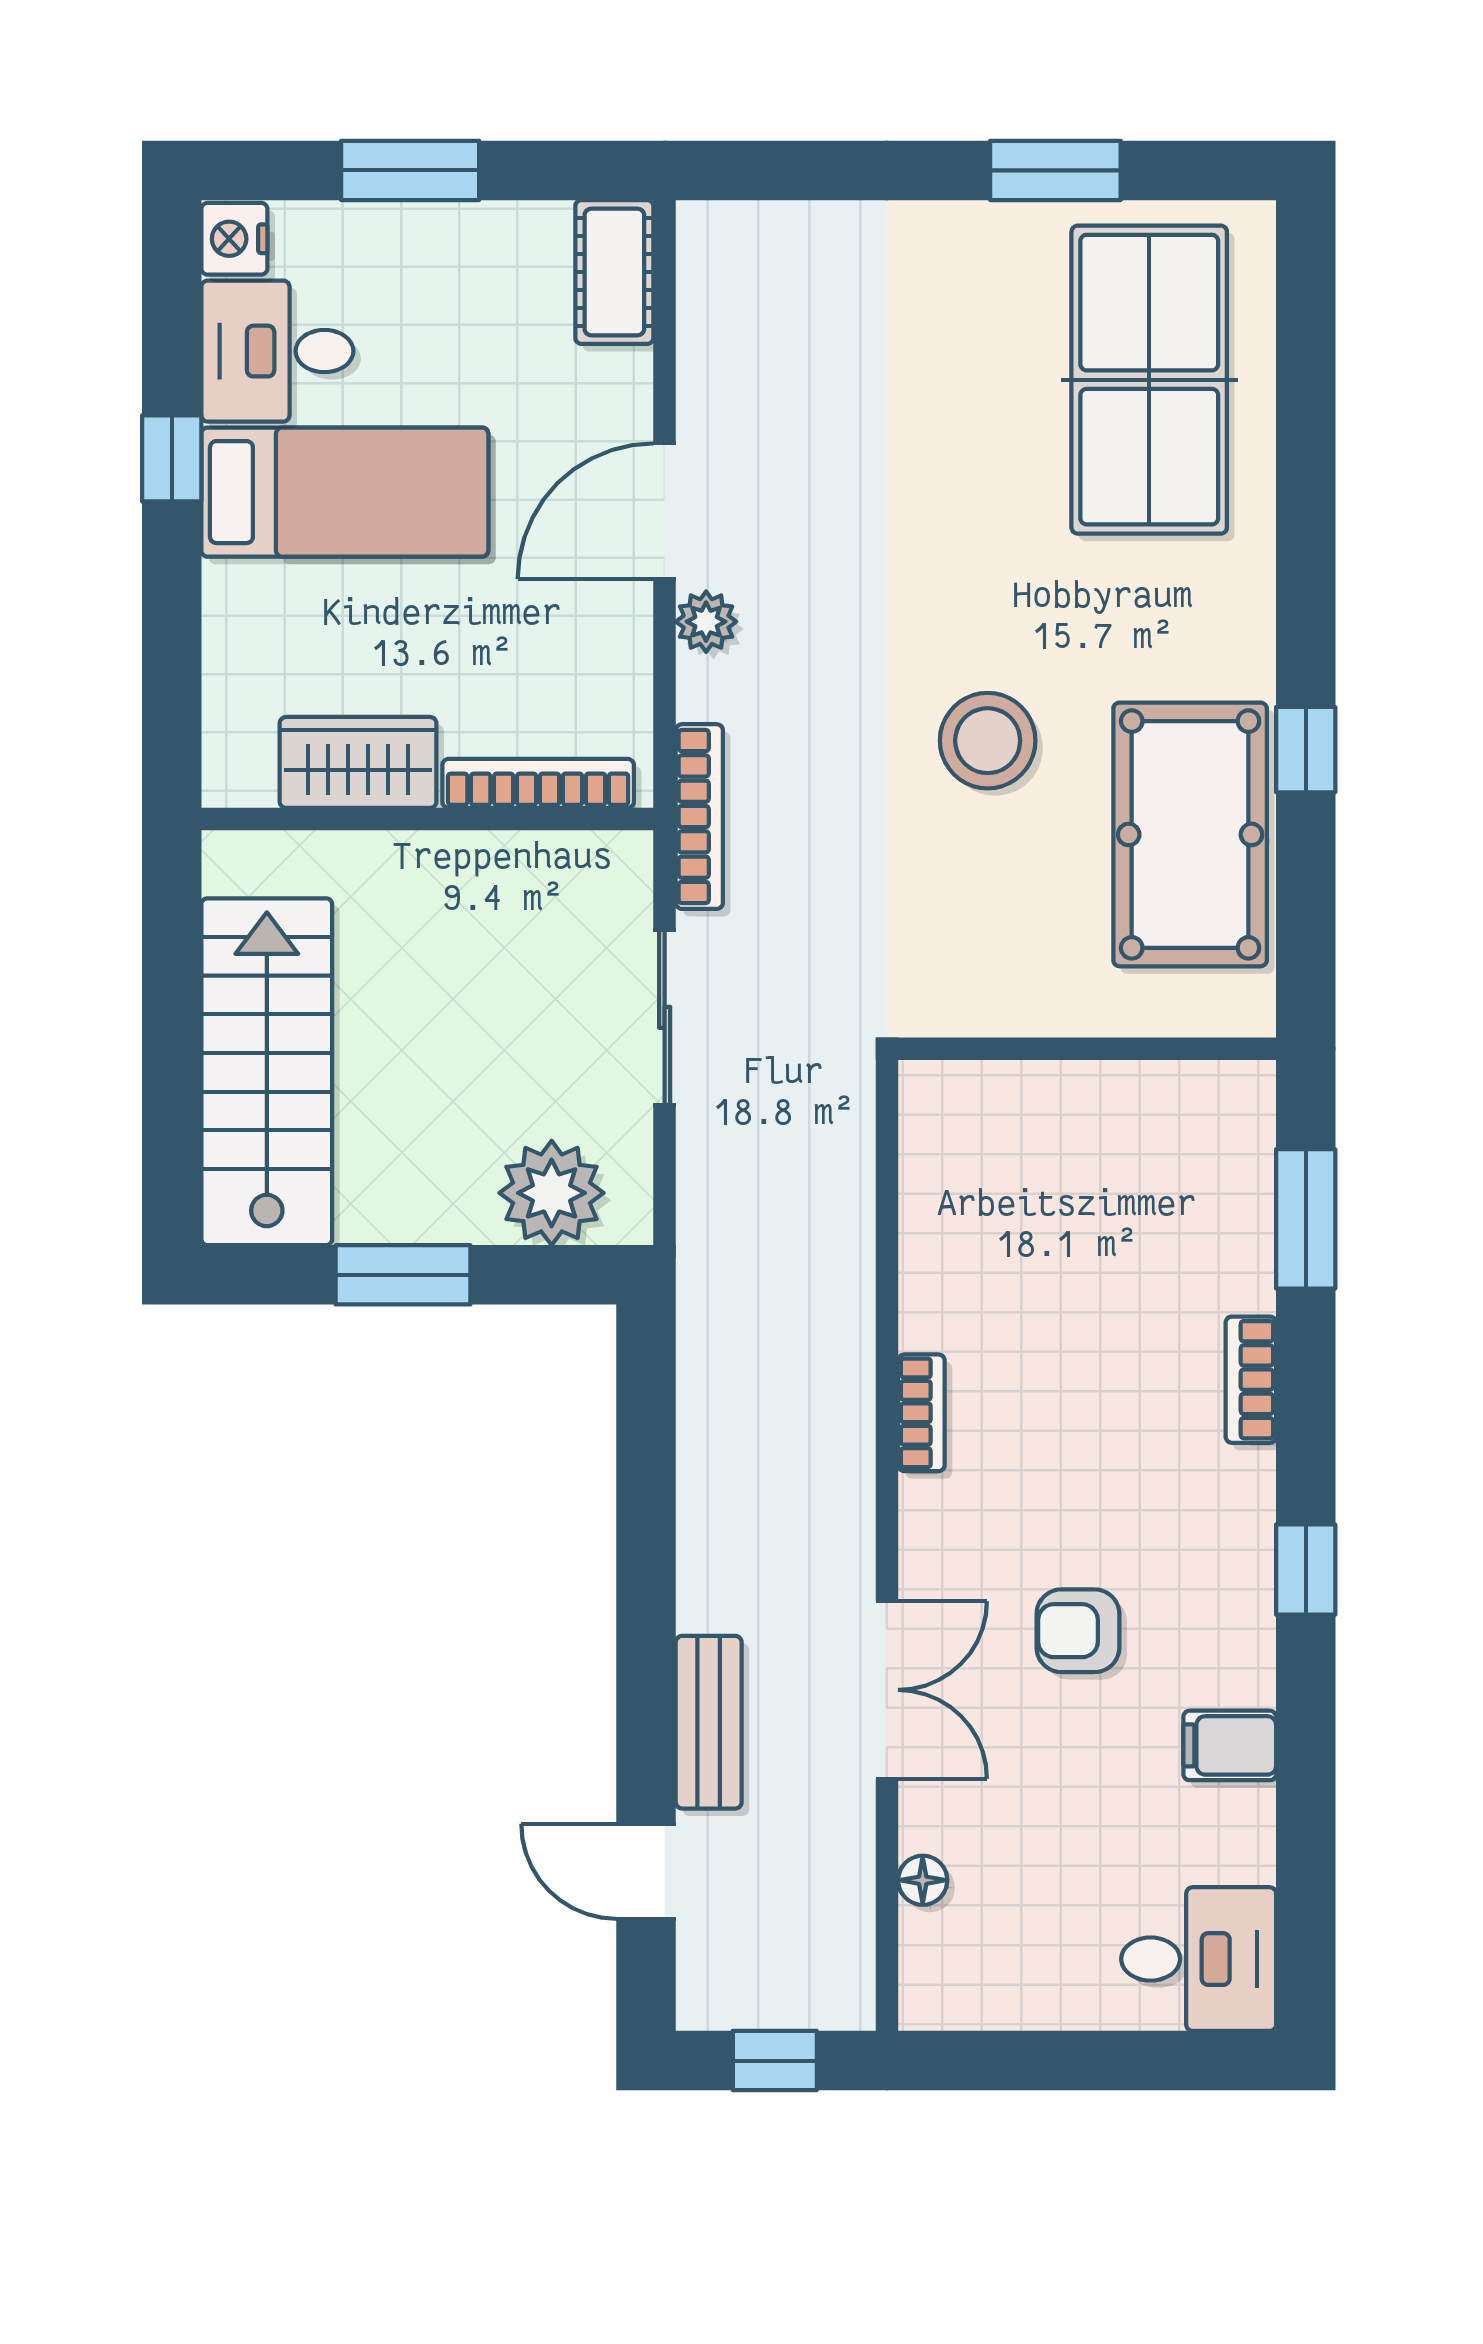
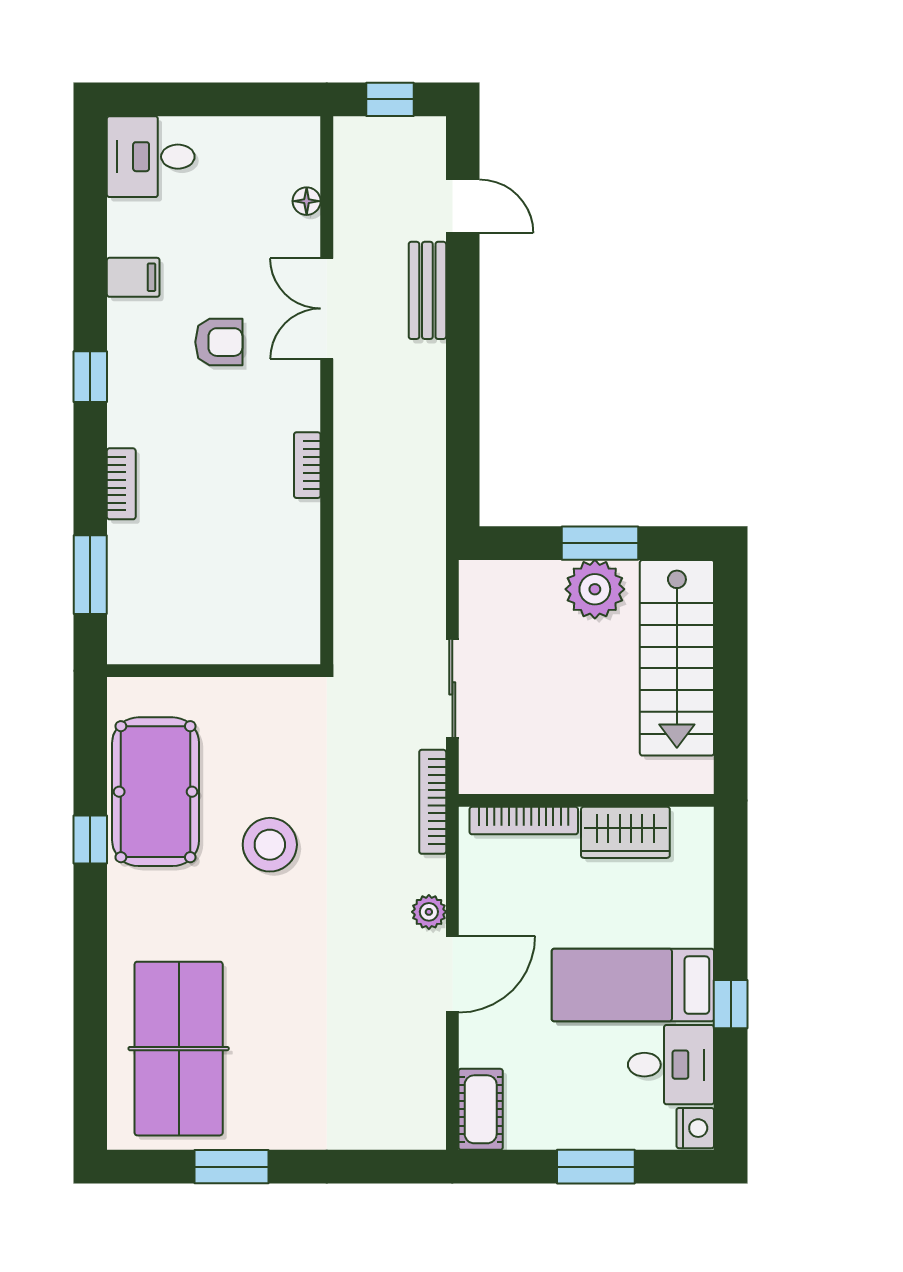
plant: (552, 1193) -> (595, 589), moved

